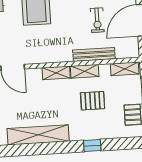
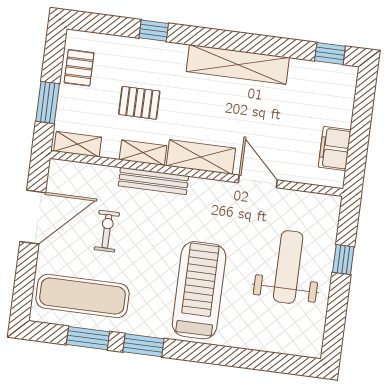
bench: (94, 54) -> (153, 181), moved
shelving: (56, 73) -> (201, 157), width x1.50, depth x1.33

